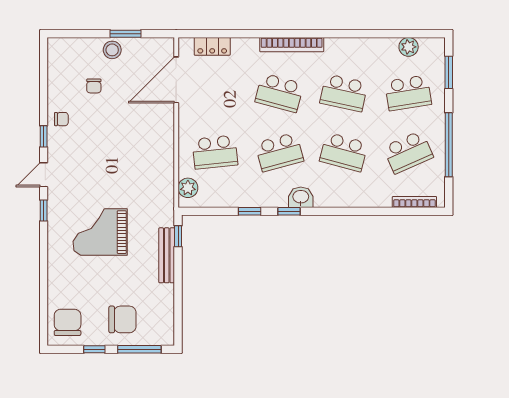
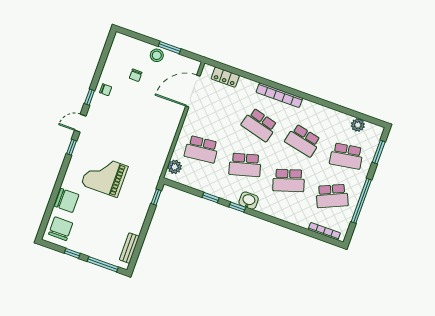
school desk: (344, 152) -> (289, 180), turned -33
bench: (167, 255) -> (129, 248), moved, width x0.73
chair: (122, 319) -> (67, 200), moved

